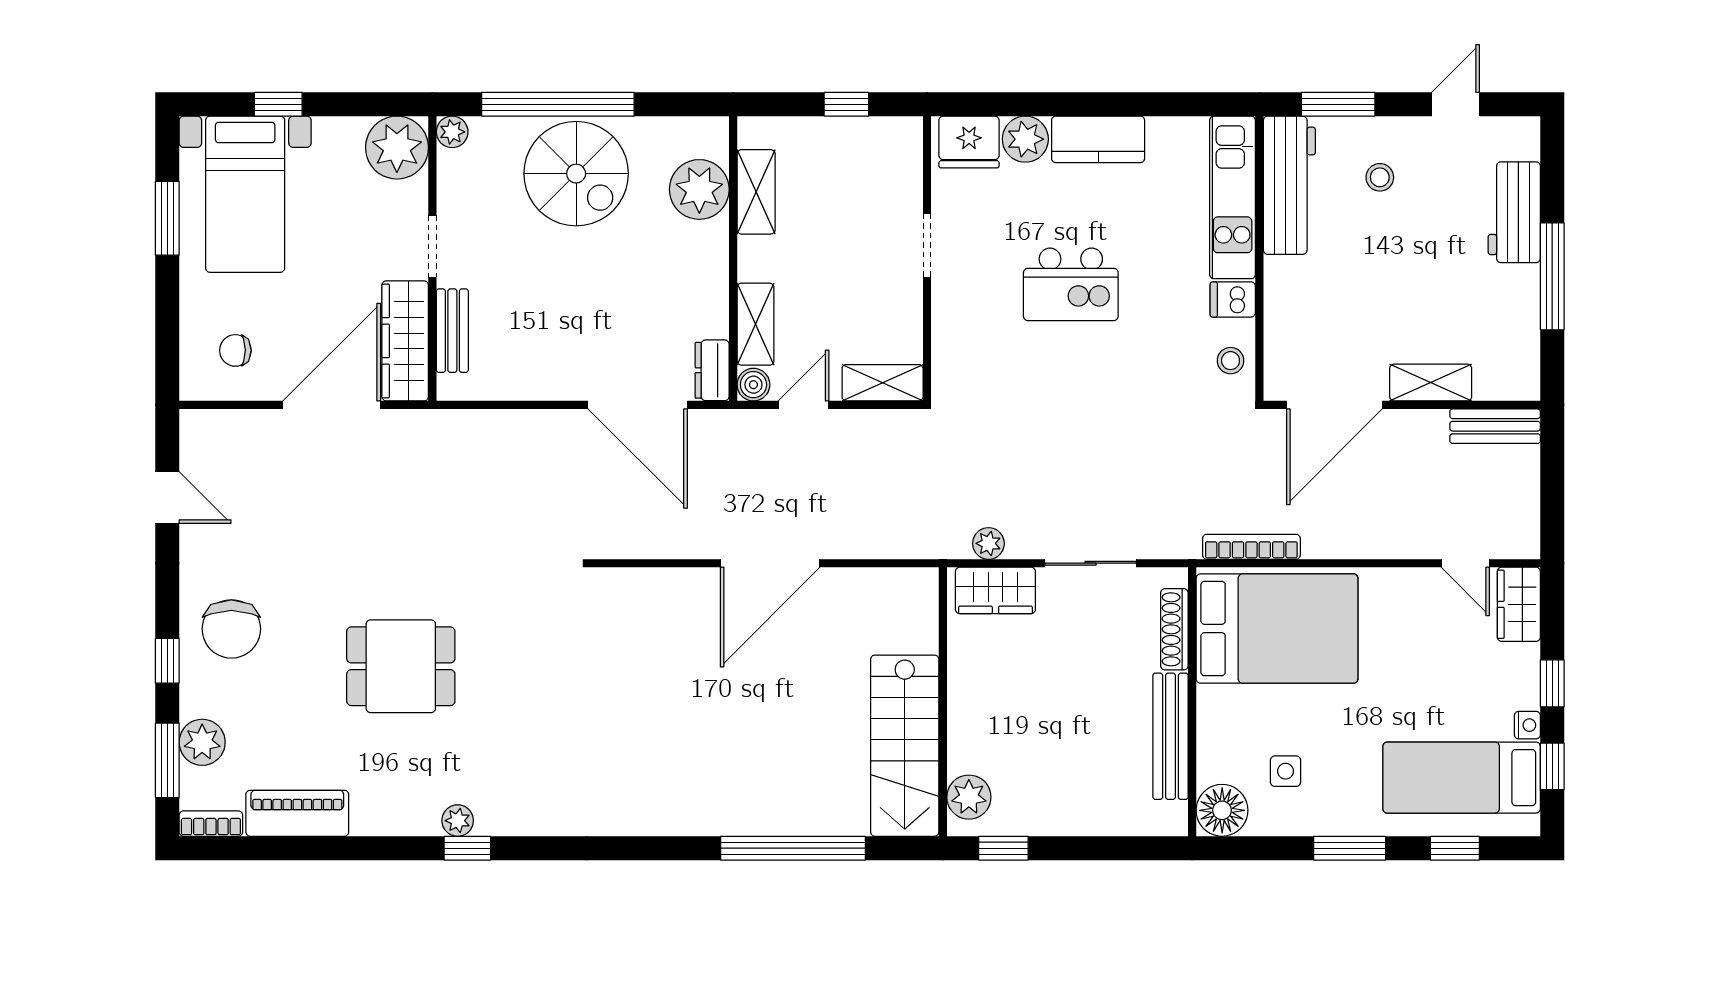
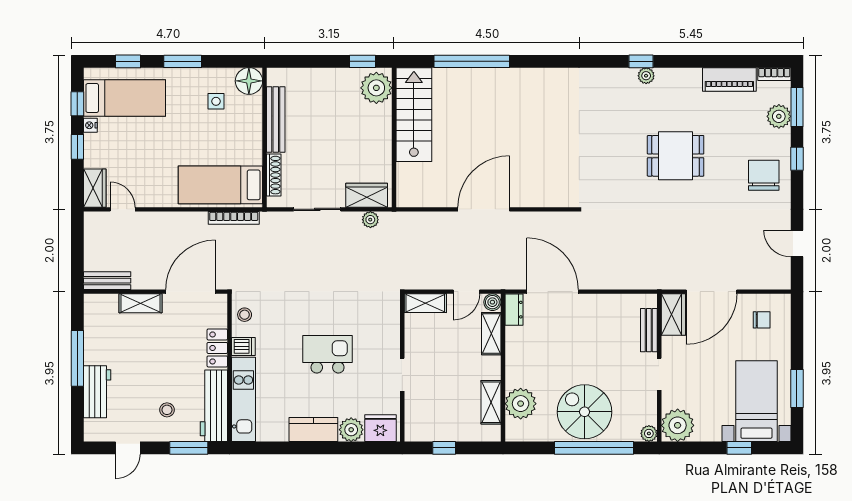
locker: (1283, 297) -> (217, 348), added
wardrobe: (405, 341) -> (673, 314), width x0.67
bed: (1277, 629) -> (220, 185), width x0.67
plant: (969, 797) -> (376, 88), width x1.36, depth x1.36

